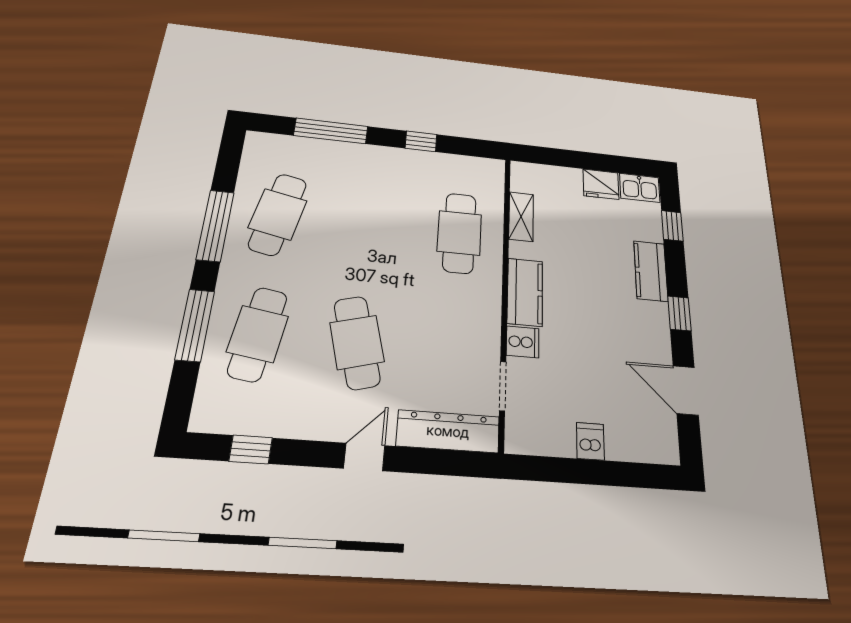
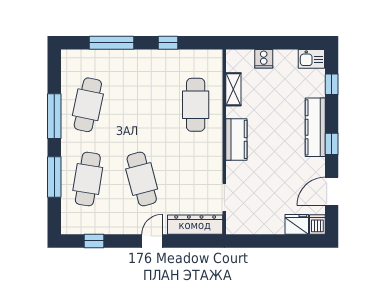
fridge: (601, 184) -> (297, 224), moved, turned 180
kitchen counter: (651, 271) -> (315, 127), width x1.50
cooker: (523, 342) -> (264, 59), moved, turned 90
door: (686, 390) -> (332, 191), hinge flipped
dishwasher: (590, 441) -> (317, 225), moved

